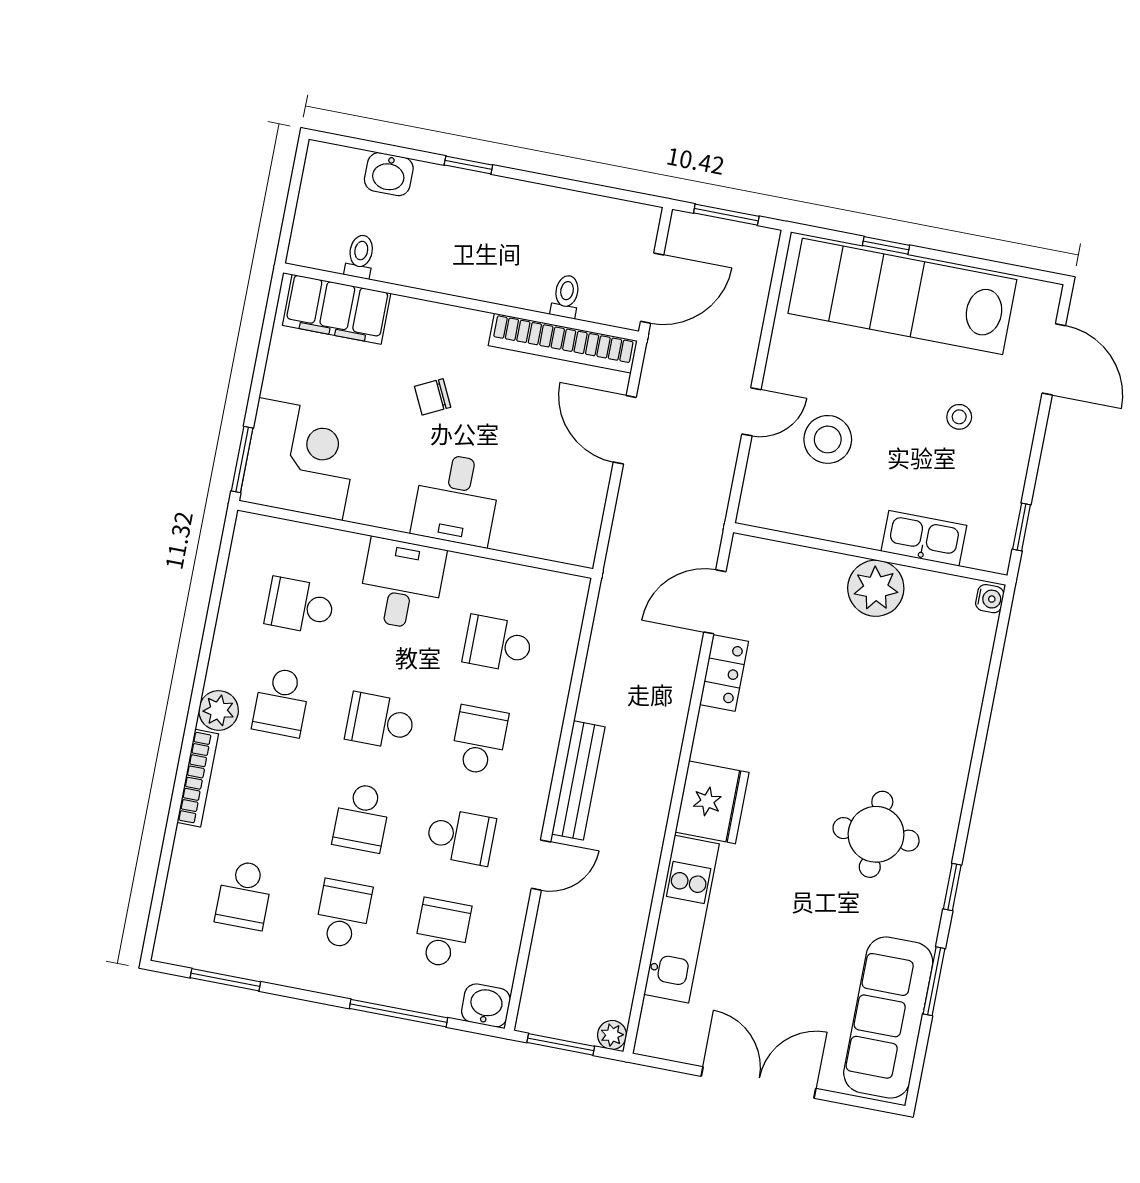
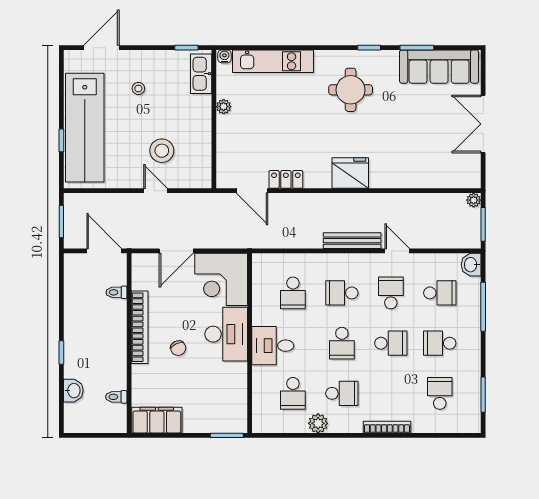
filing cabinet: (337, 309) -> (157, 420), moved, turned -90
bookcase: (563, 343) -> (140, 327), moved
corner desk: (300, 459) -> (221, 279), moved, turned -90
desk: (456, 499) -> (226, 334), width x1.37
kitchen sink: (924, 538) -> (201, 74), moved
plant: (876, 588) -> (224, 107), width x0.53, depth x0.53
plant: (219, 710) -> (318, 423), moved
school desk: (244, 895) -> (440, 393), turned -90
kitchen unit: (682, 919) -> (273, 61), moved, turned 180
school desk: (442, 933) -> (440, 293), turned 180

